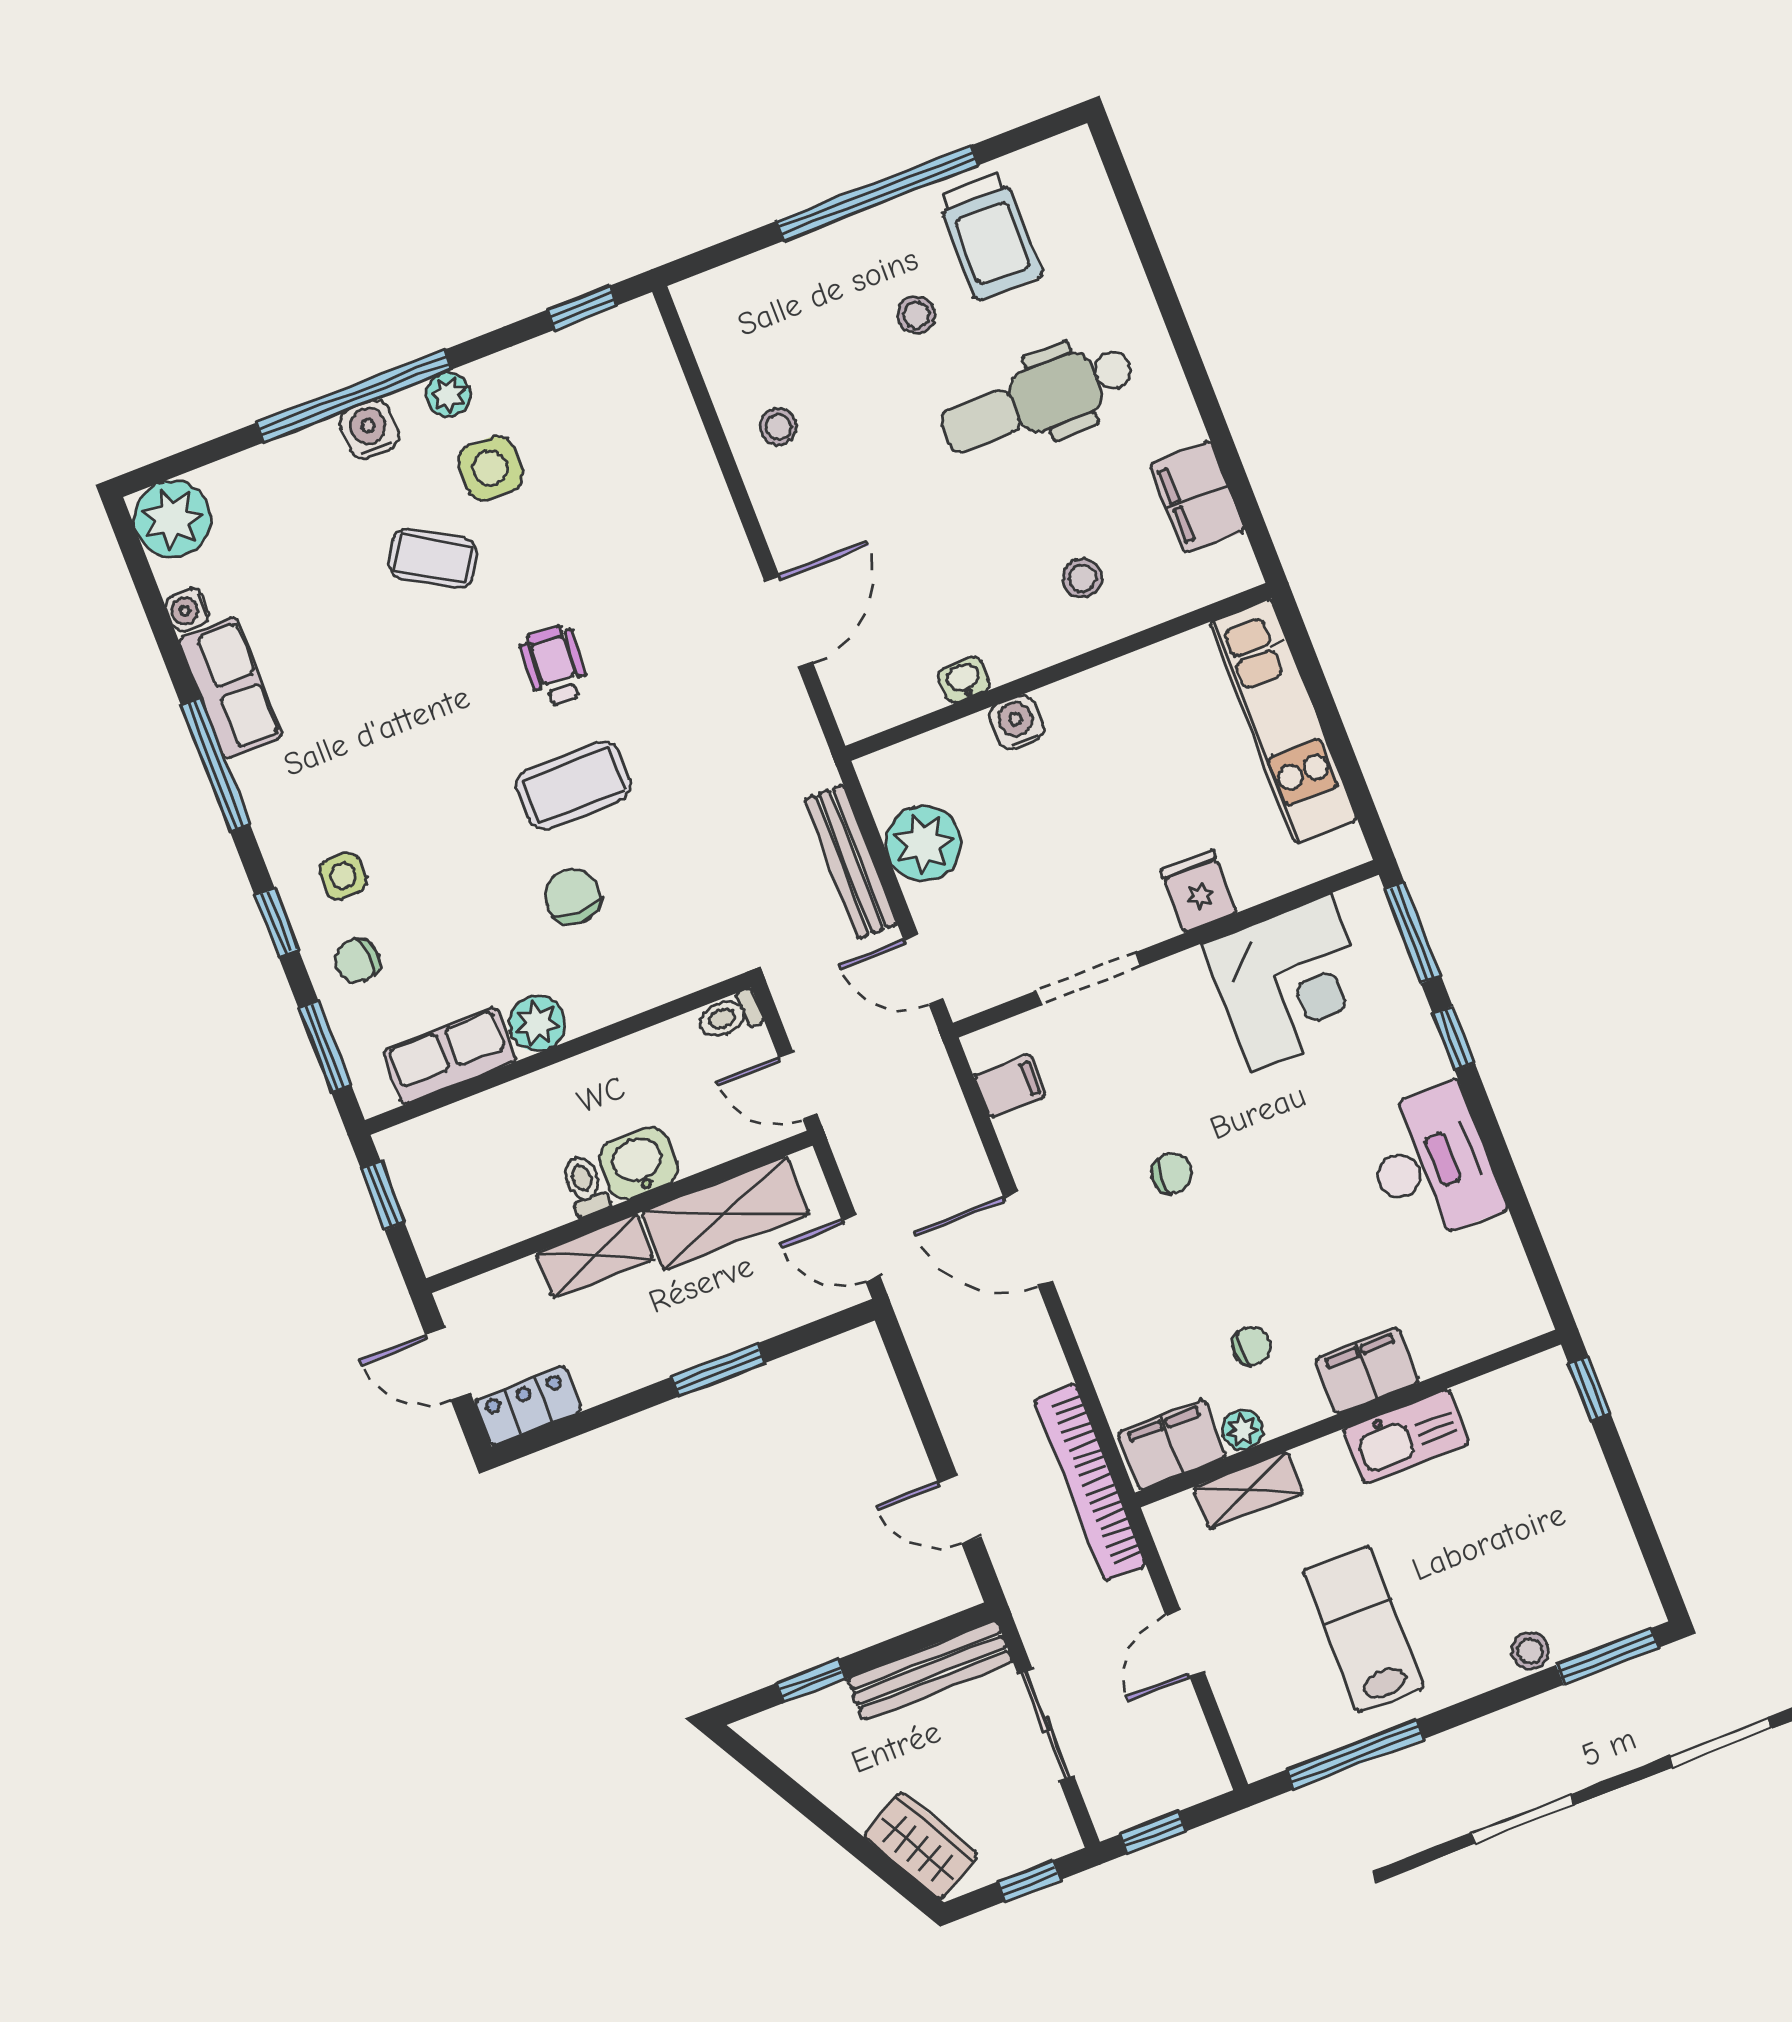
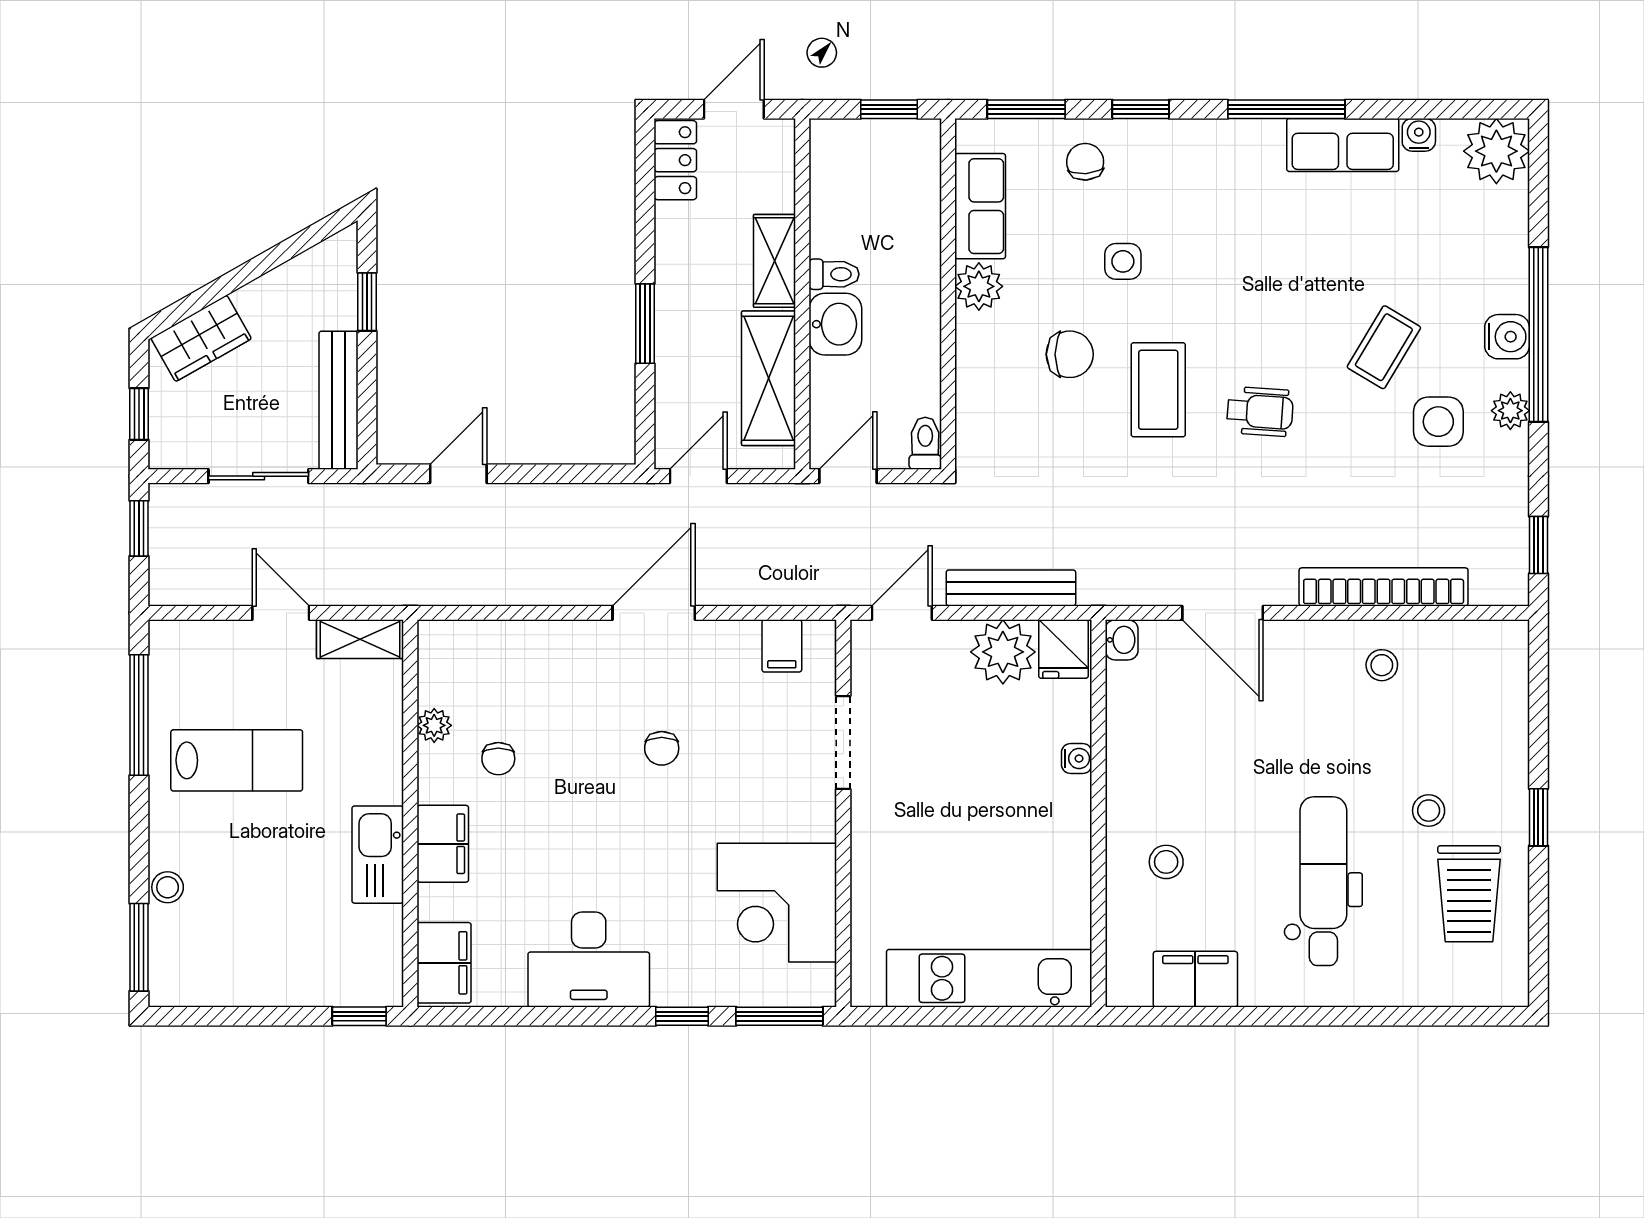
window: (877, 193) -> (1538, 817), width x0.32
trolley: (990, 236) -> (1469, 894), turned -90
washbasin: (964, 680) -> (1122, 640), moved
water cooler: (1017, 723) -> (1077, 758), width x0.72, depth x0.72
side table: (343, 876) -> (1123, 261), moved
fridge: (1199, 891) -> (1063, 649), moved, turned 90
filing cabinet: (1172, 1445) -> (444, 963), moved
bookcase: (1090, 1482) -> (1384, 587), moved
shelving: (1248, 1490) -> (360, 639), moved, turned 90

